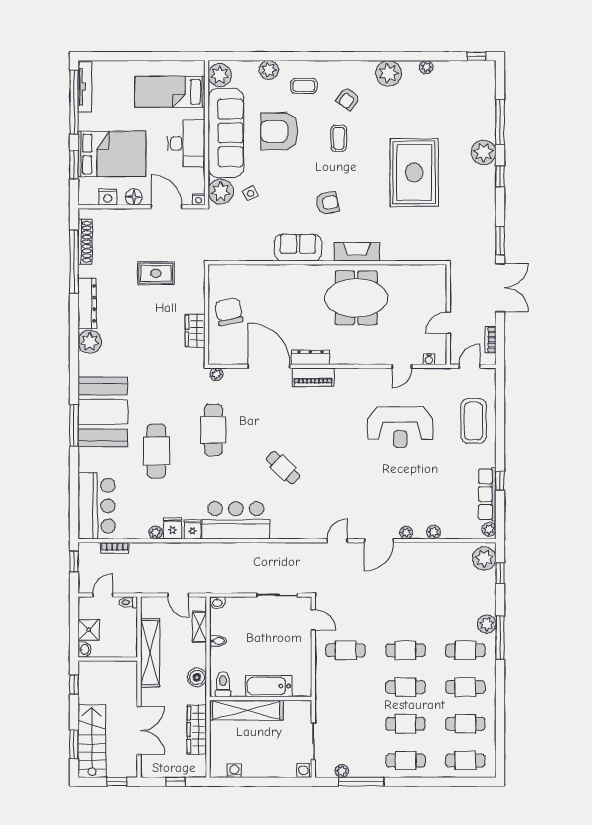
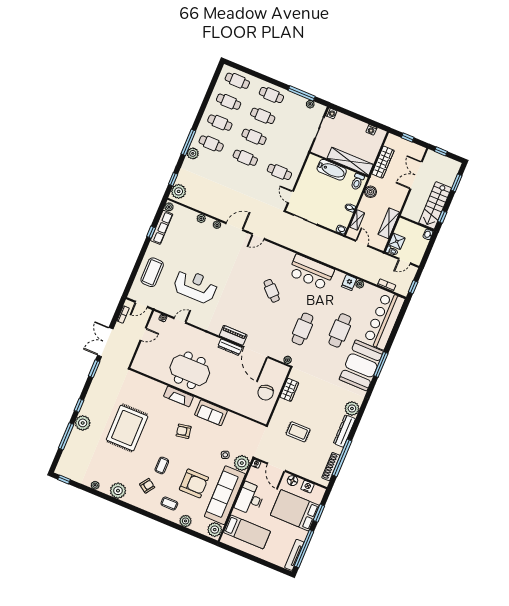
bar counter: (97, 506) -> (384, 320), width x1.36
fridge: (193, 529) -> (338, 277), removed
shower: (89, 630) -> (397, 241), moved
shelving: (150, 653) -> (389, 223), width x0.68
stairs: (92, 741) -> (435, 205), moved

